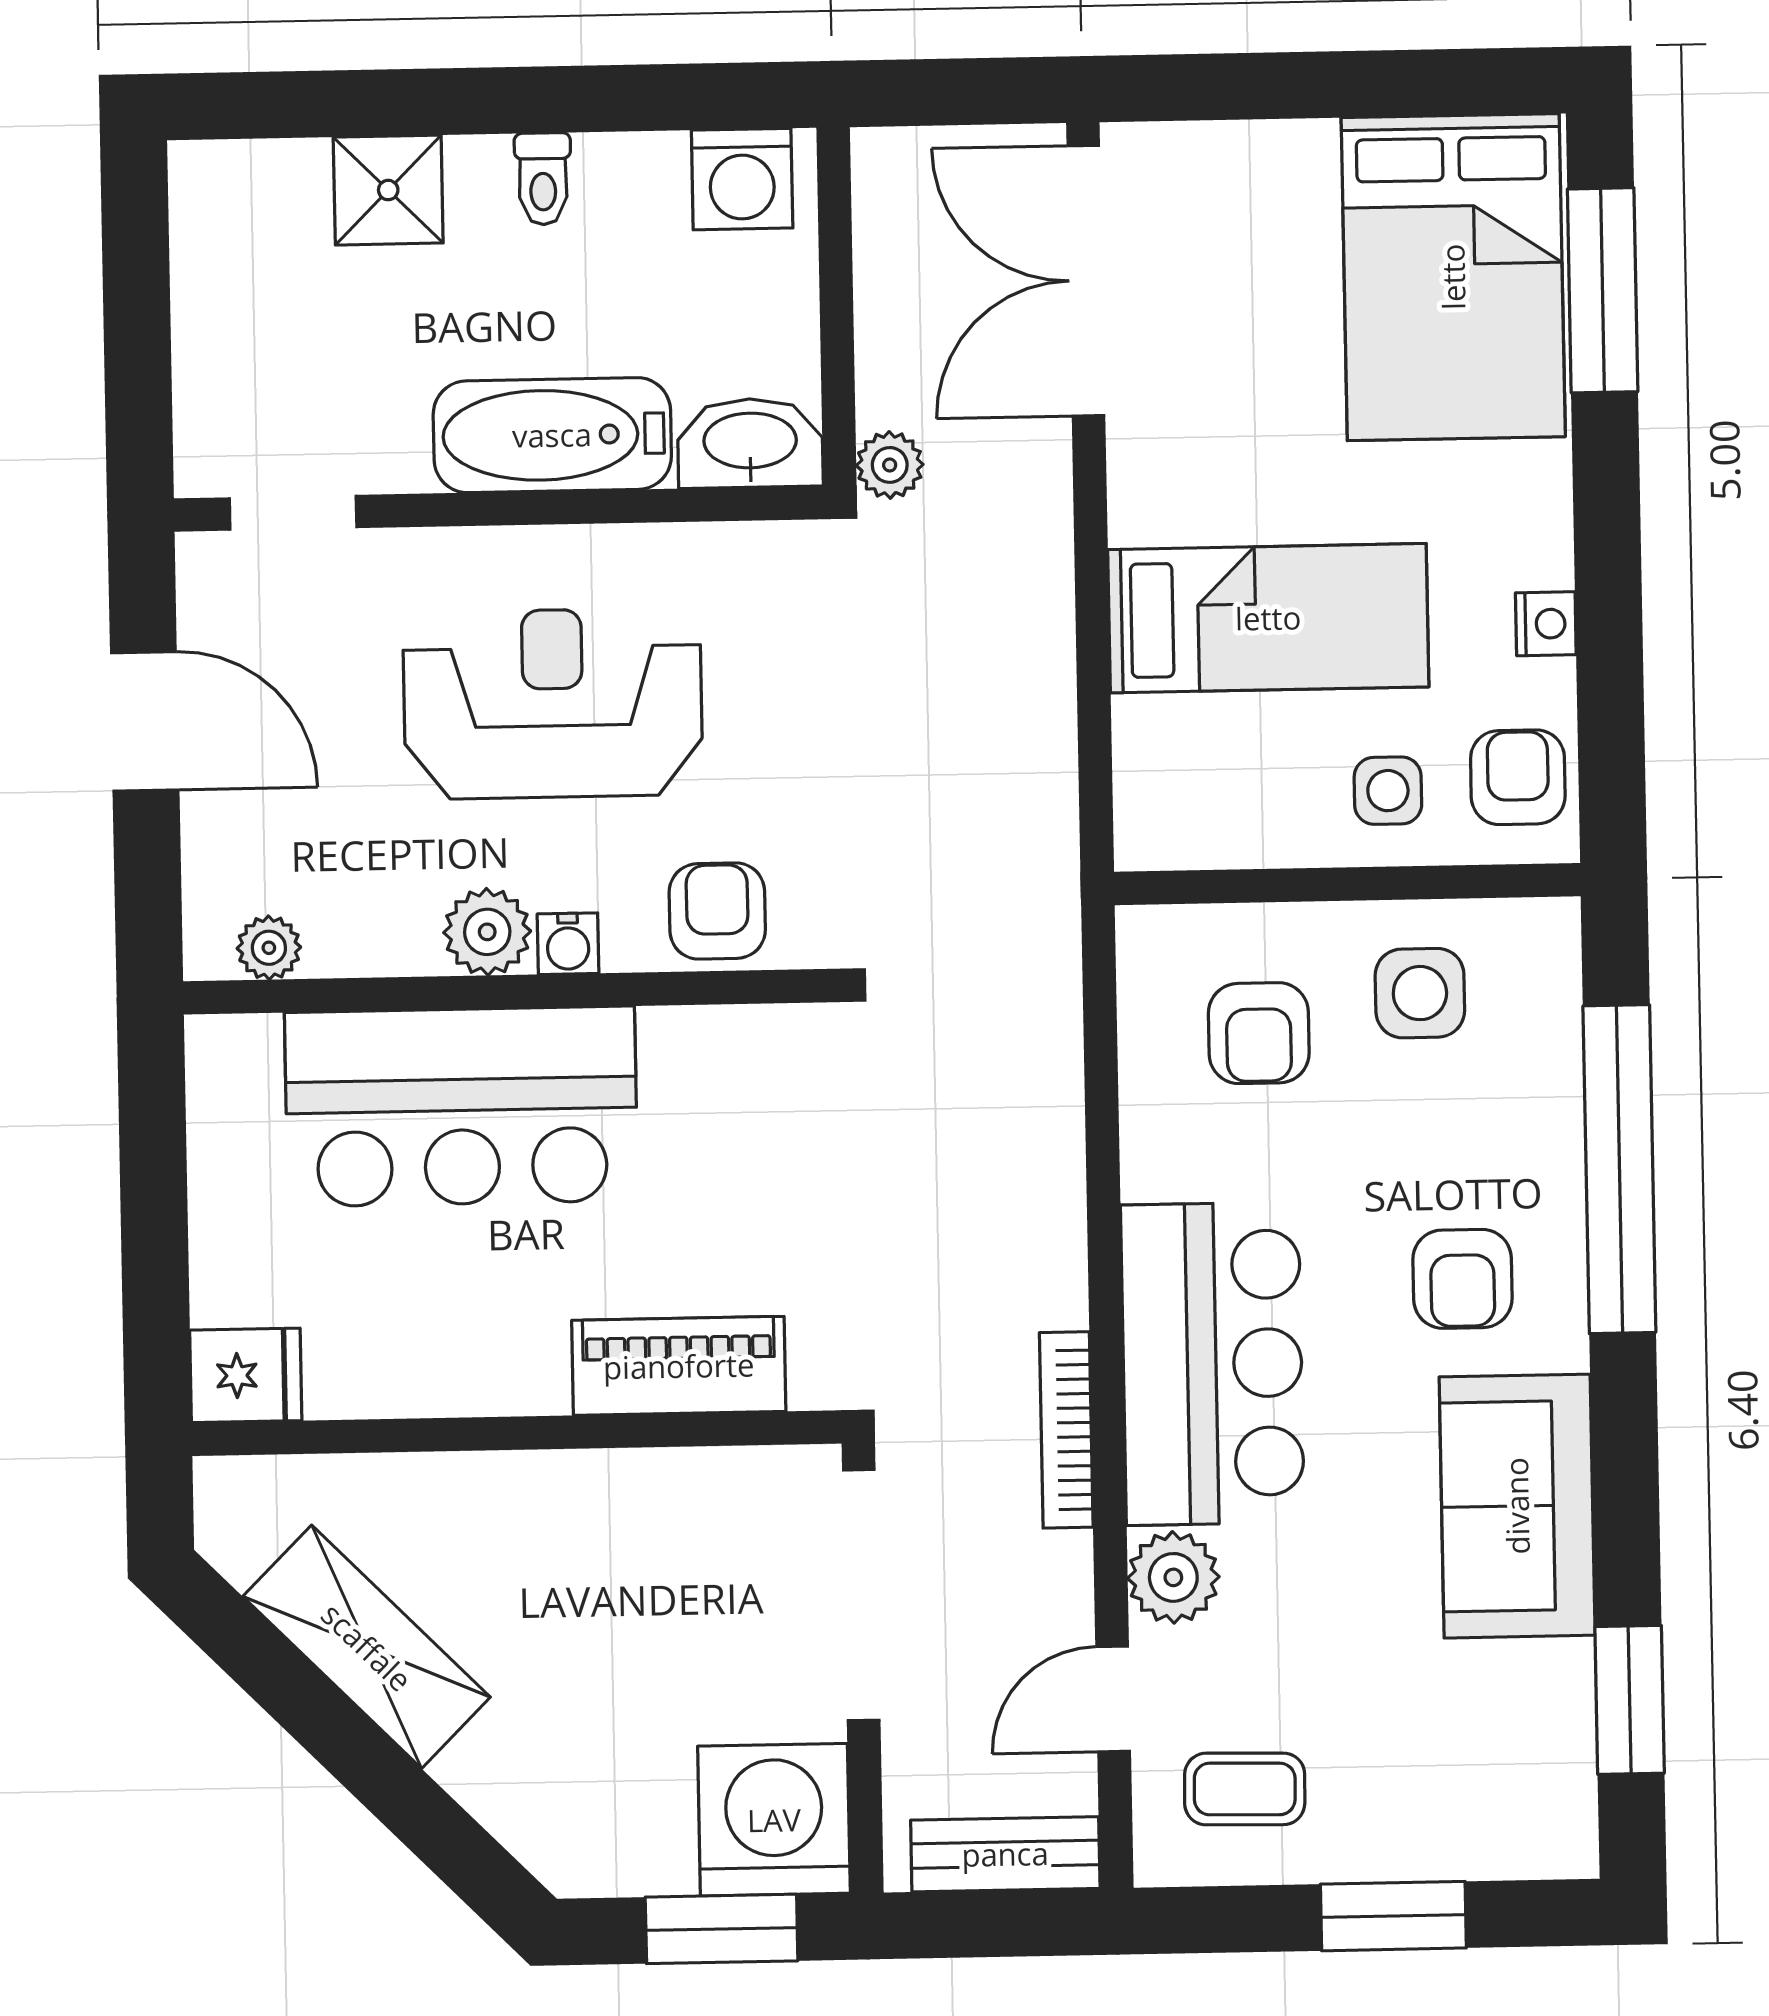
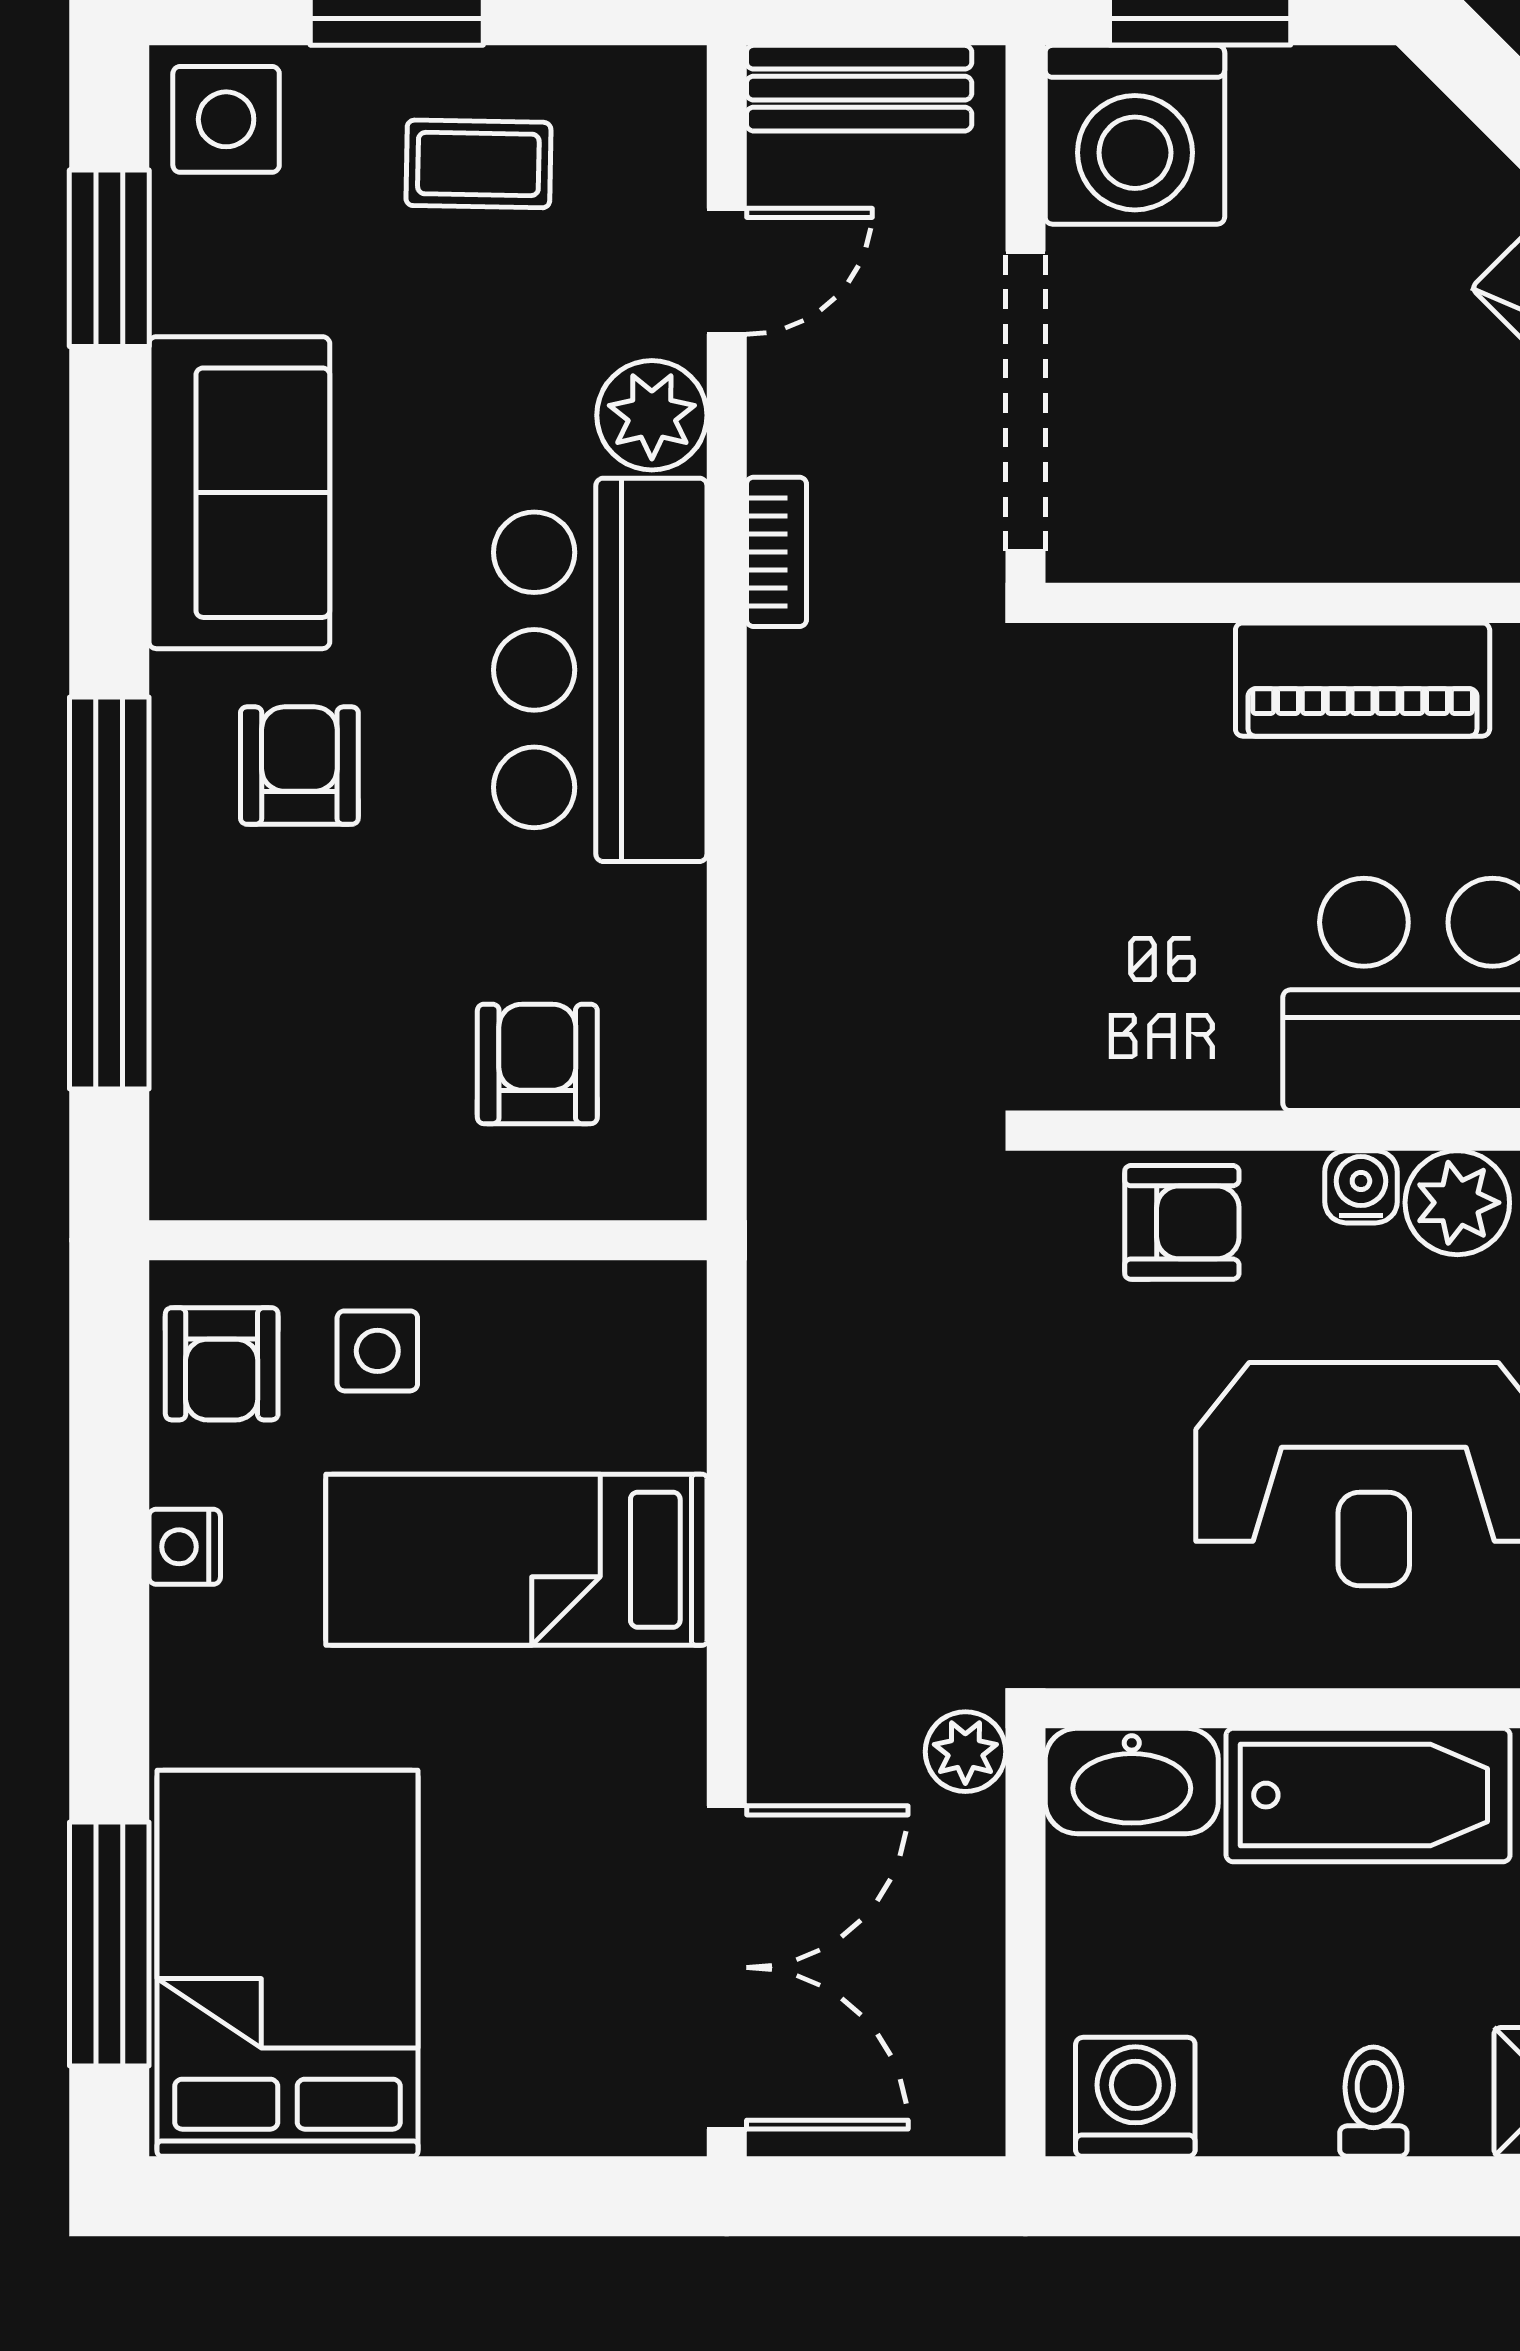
armchair: (717, 911) -> (1182, 1222), turned -90
side table: (1420, 993) -> (226, 119), moved
piano: (679, 1366) -> (1363, 680), moved
bookcase: (1066, 1430) -> (777, 552), width x0.64
coffee table: (1245, 1789) -> (478, 164), moved

